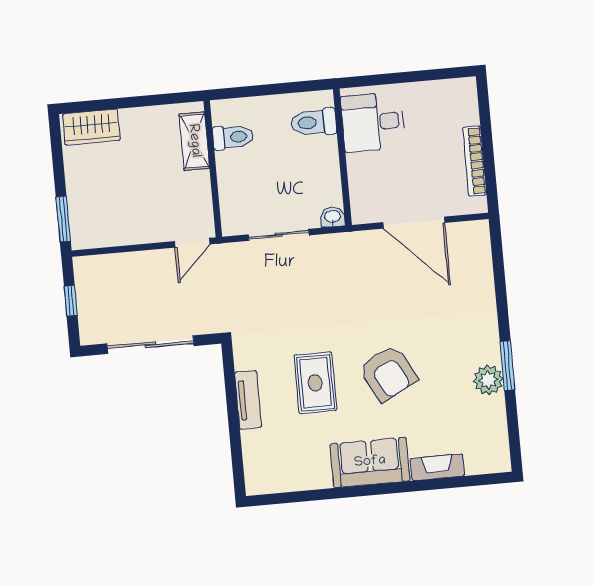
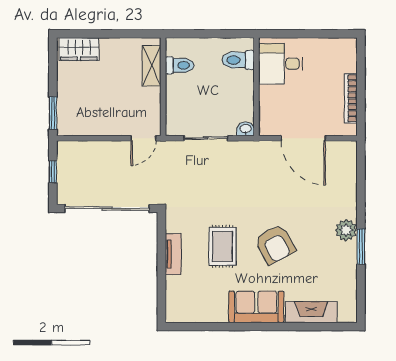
sliding door: (150, 345) -> (107, 208), width x1.36
plant: (488, 380) -> (346, 230), moved
fireplace: (437, 467) -> (311, 312), width x1.37, depth x1.32

